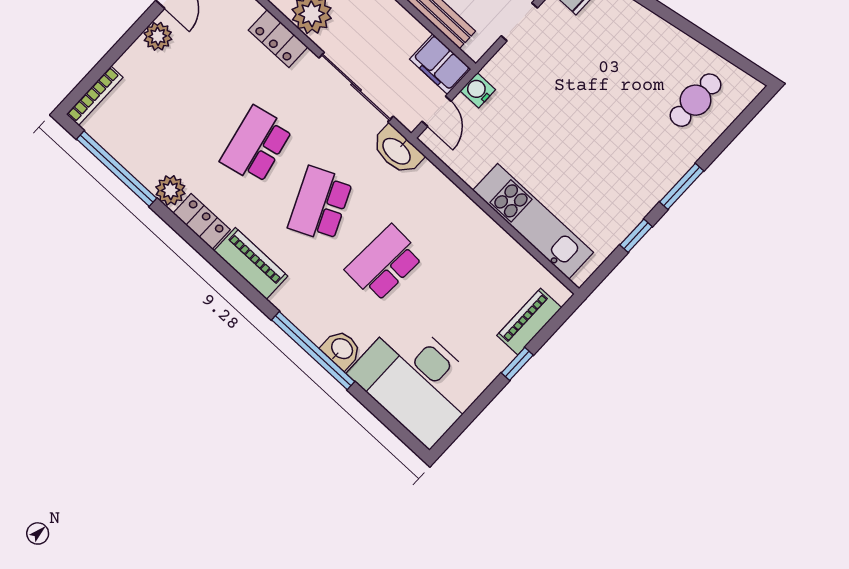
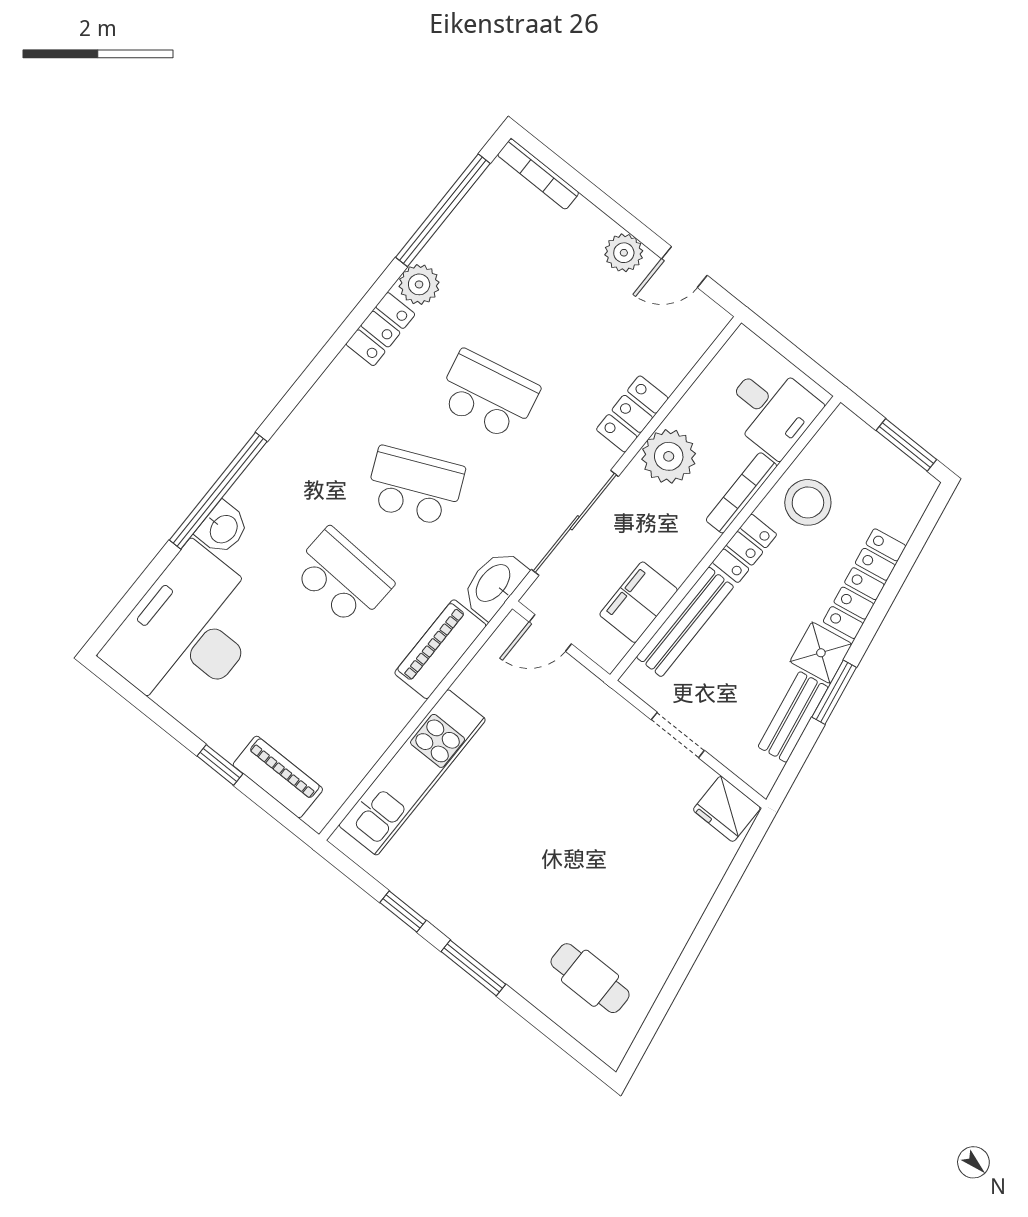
filing cabinet: (440, 64) -> (639, 602), moved
water cooler: (478, 90) -> (582, 686), removed
piano: (251, 263) -> (440, 649), moved, turned 180

